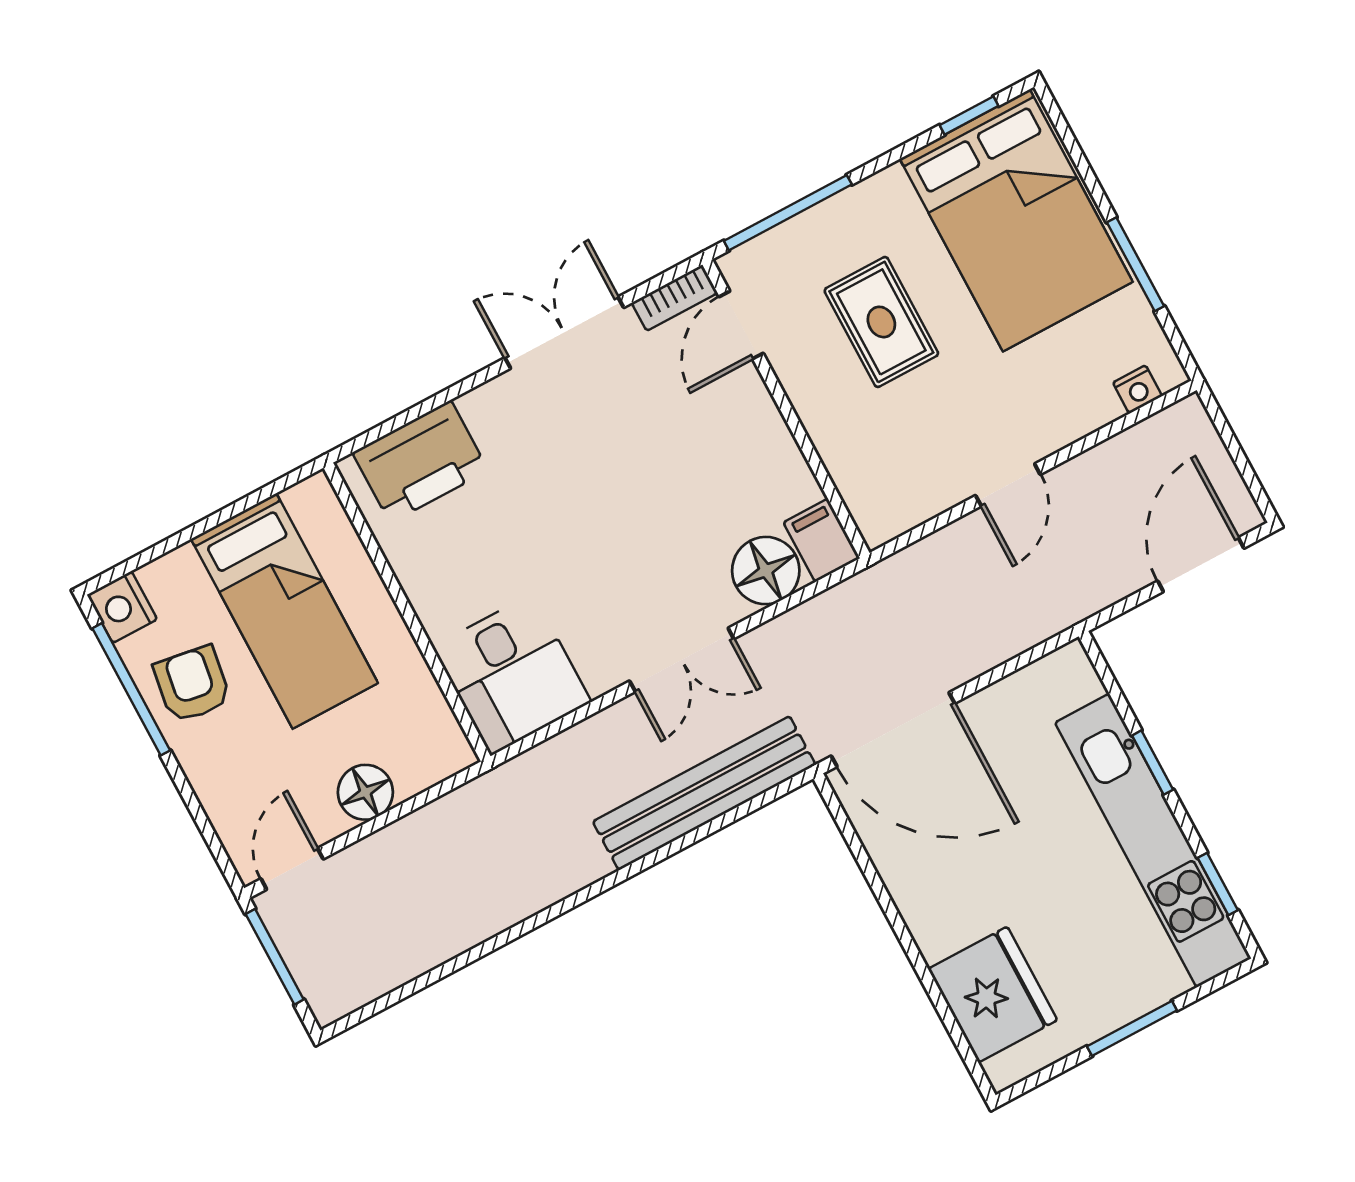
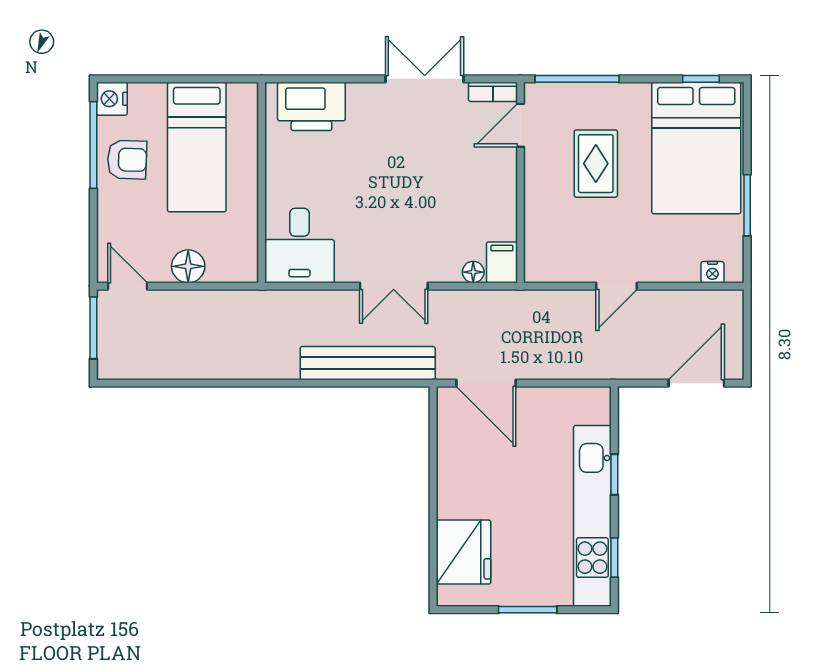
floor lamp: (766, 571) -> (473, 272), width x0.53, depth x0.53
armchair: (192, 684) -> (127, 160), turned 83
door: (893, 730) -> (486, 383), width x0.73
door: (292, 869) -> (128, 286), hinge flipped

